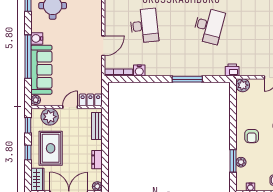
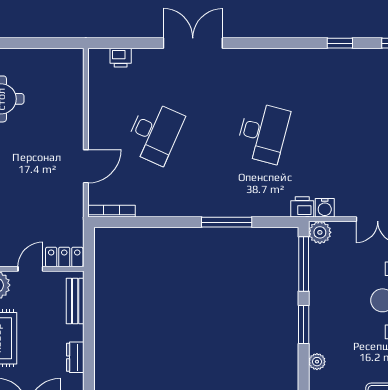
desk: (144, 26) -> (155, 133), turned 30
water cooler: (139, 71) -> (325, 208), moved
window: (233, 104) -> (304, 264), added
armchair: (252, 136) -> (335, 318), removed
window: (233, 161) -> (304, 325), moved

